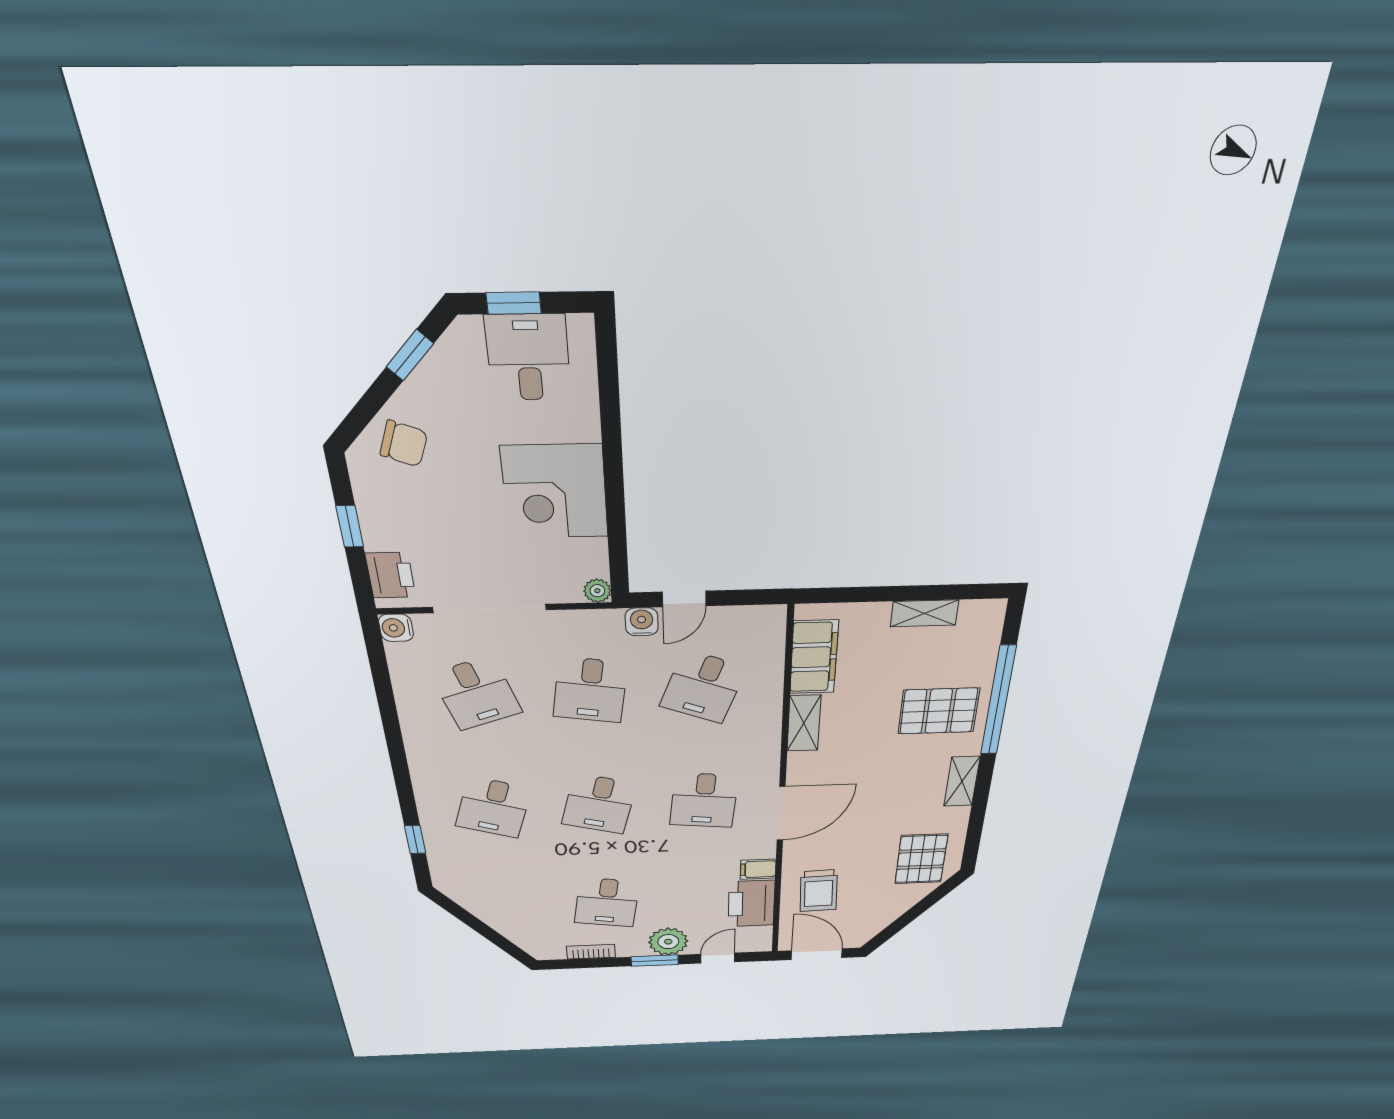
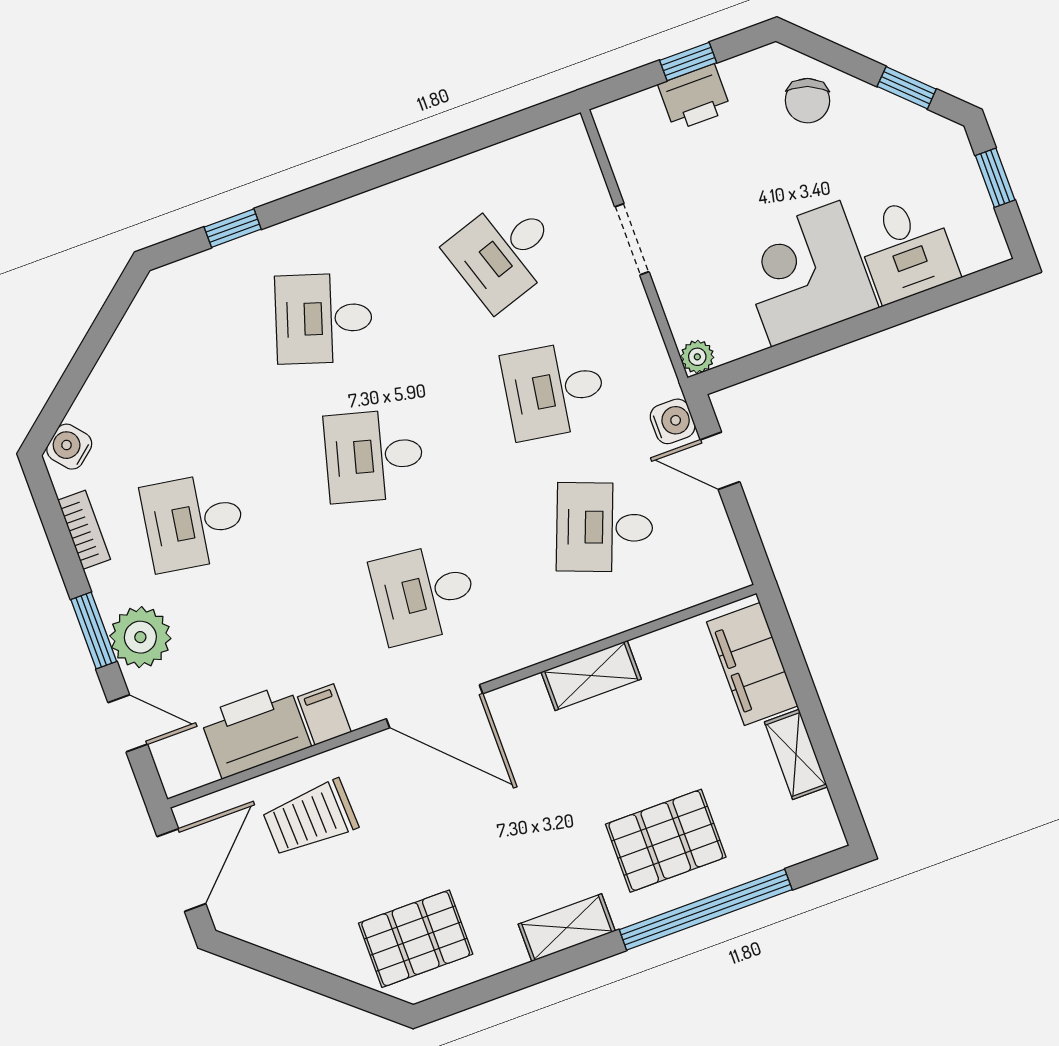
desk: (528, 358) -> (907, 249), moved, turned 90
printer: (390, 575) -> (694, 97), moved
doorway: (490, 609) -> (632, 239), width x0.53
water cooler: (396, 628) -> (69, 447), moved, turned -40
filing cabinet: (814, 657) -> (752, 664), moved, turned 90
pallet: (939, 711) -> (666, 841), turned 90

